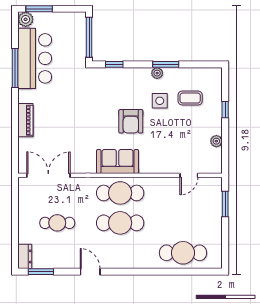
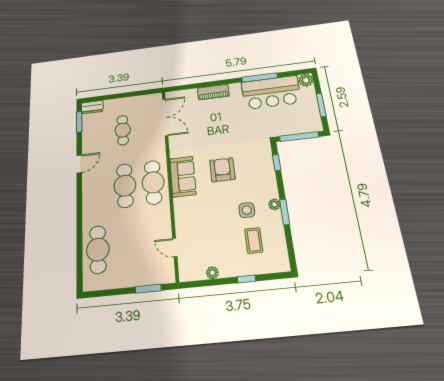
window: (39, 9) -> (321, 105), moved
armchair: (131, 121) -> (222, 170), moved, turned 90

